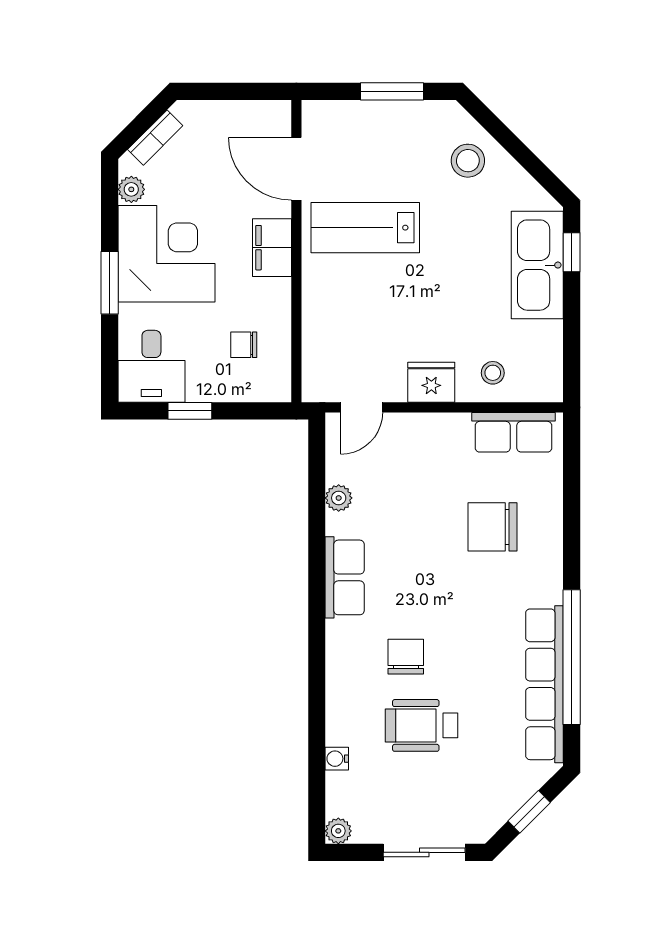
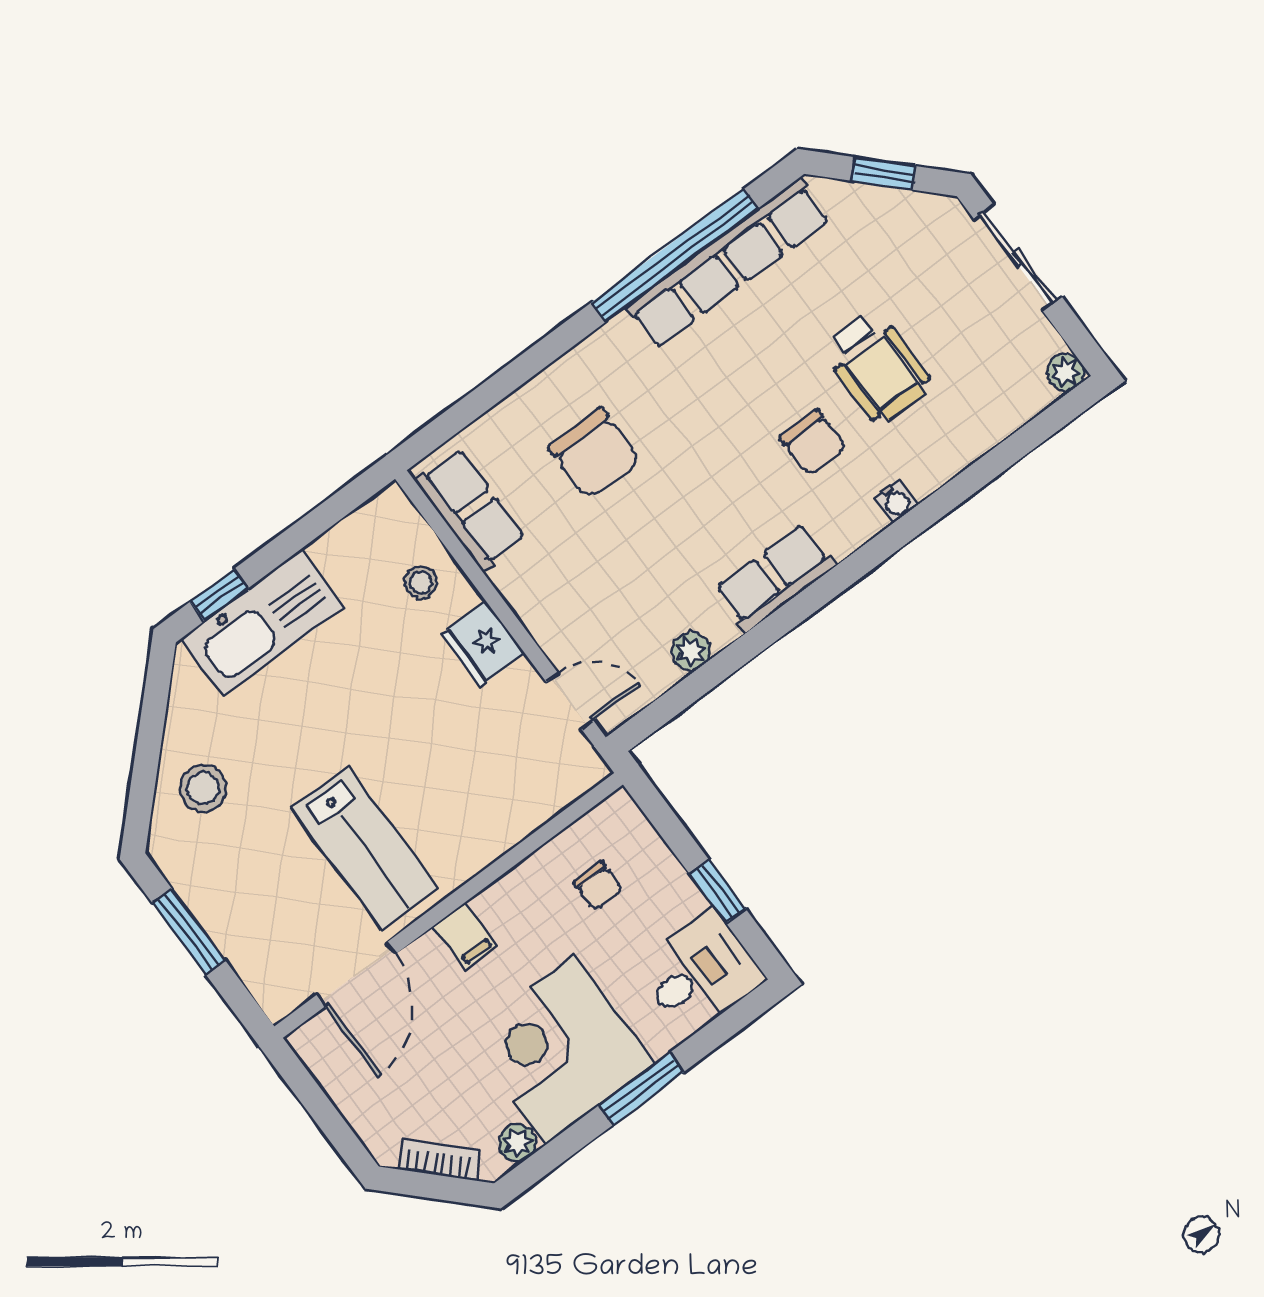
filing cabinet: (272, 248) -> (465, 936), width x0.50
chair: (406, 657) -> (813, 442), turned -90
water cooler: (337, 759) -> (896, 501), moved

